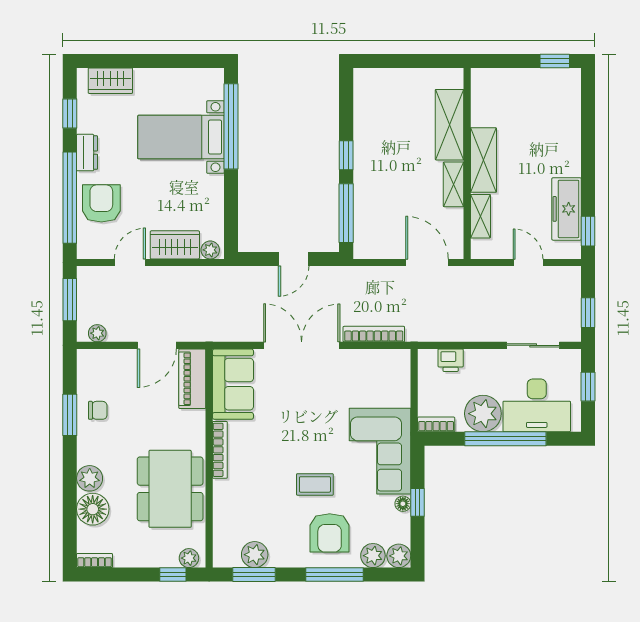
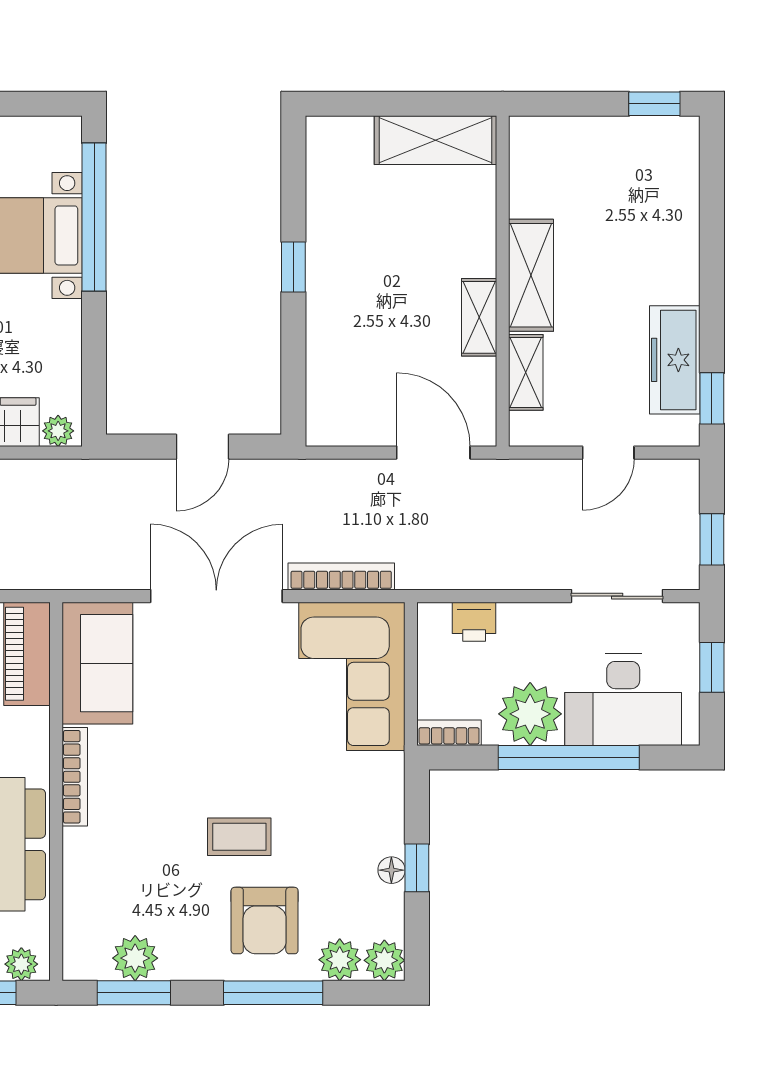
shelving: (449, 125) -> (435, 140), moved, turned 90
window: (346, 213) -> (293, 367), removed
door: (528, 262) -> (608, 453), swing flipped
corner sofa: (380, 451) -> (352, 676), moved

